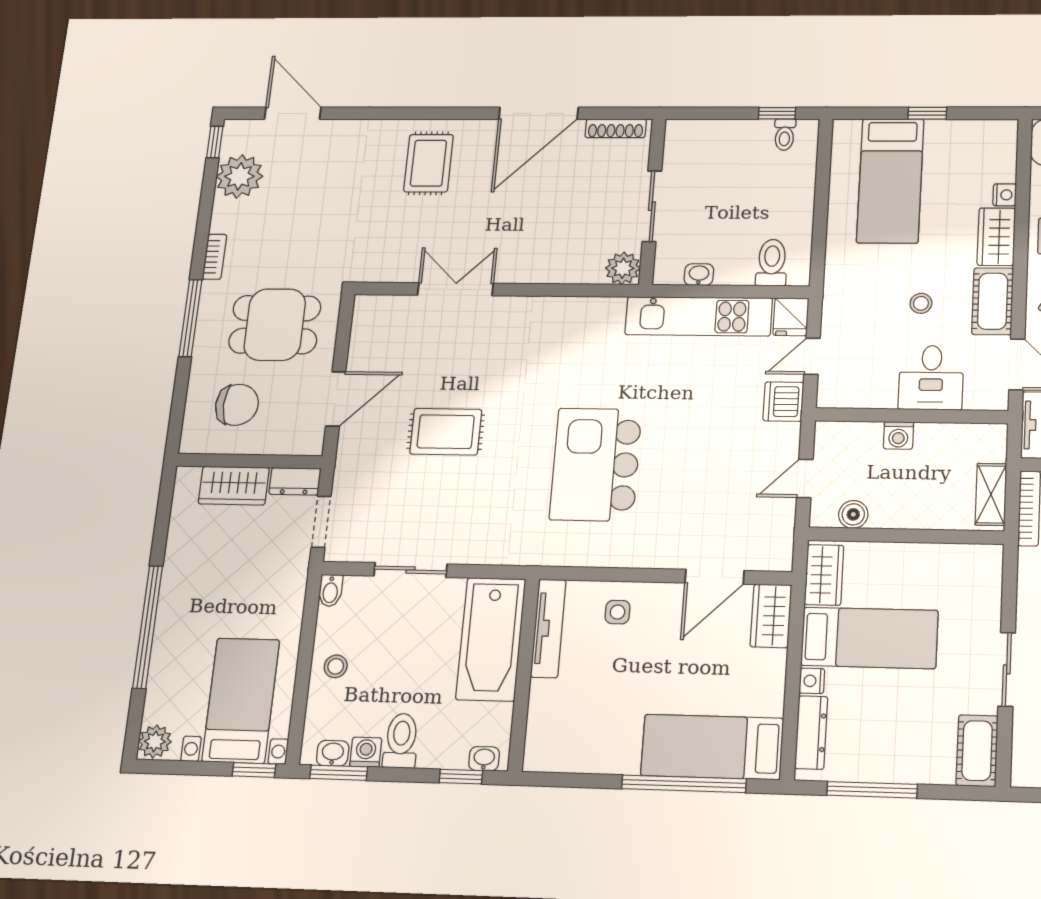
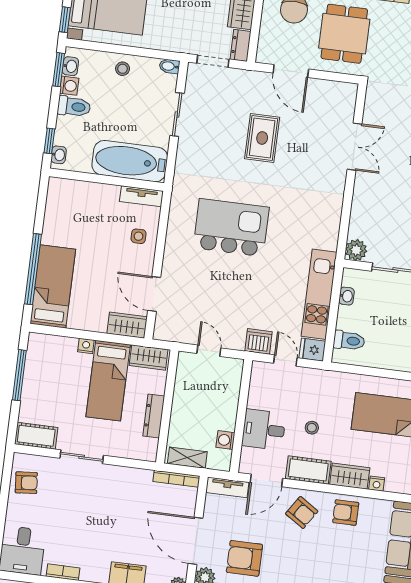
washing machine: (898, 435) -> (225, 440), moved
boiler: (853, 514) -> (184, 377), removed
tv unit: (548, 628) -> (141, 196), width x0.71
dresser: (811, 732) -> (154, 416), moved, turned 90

